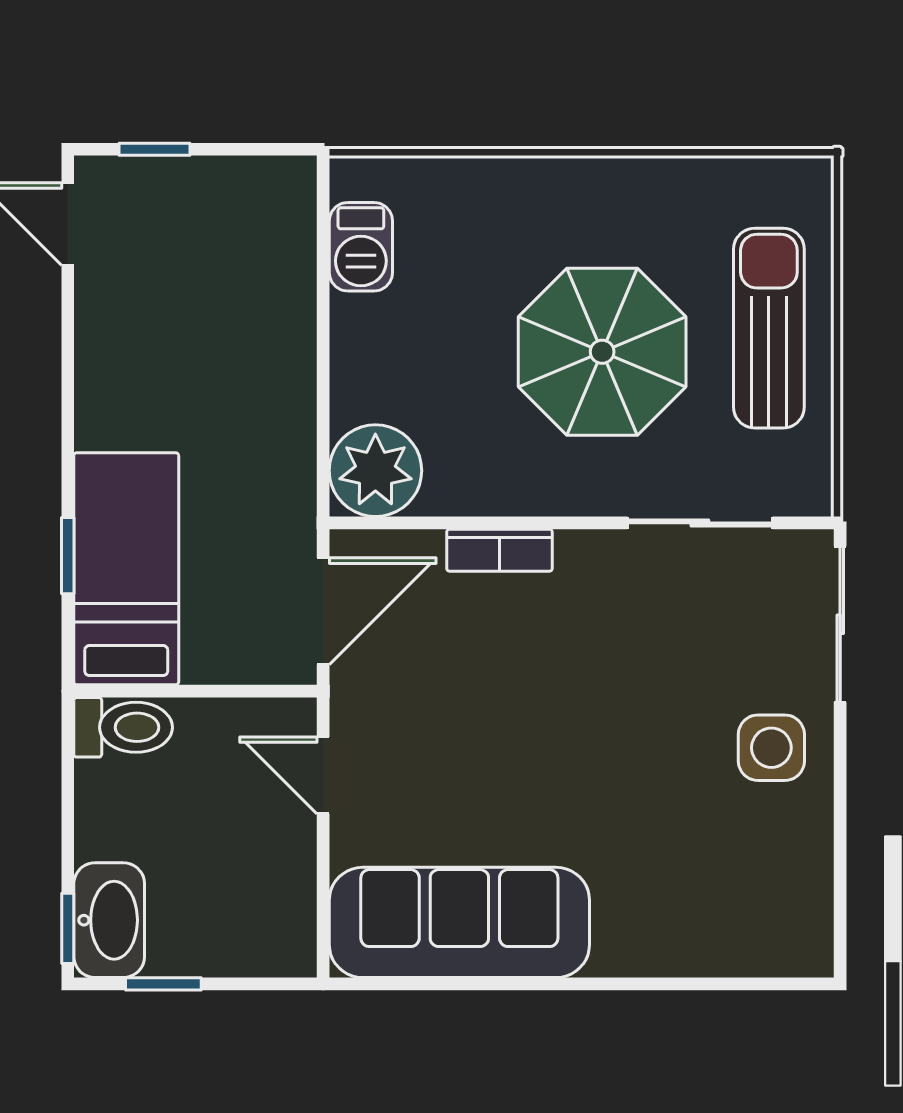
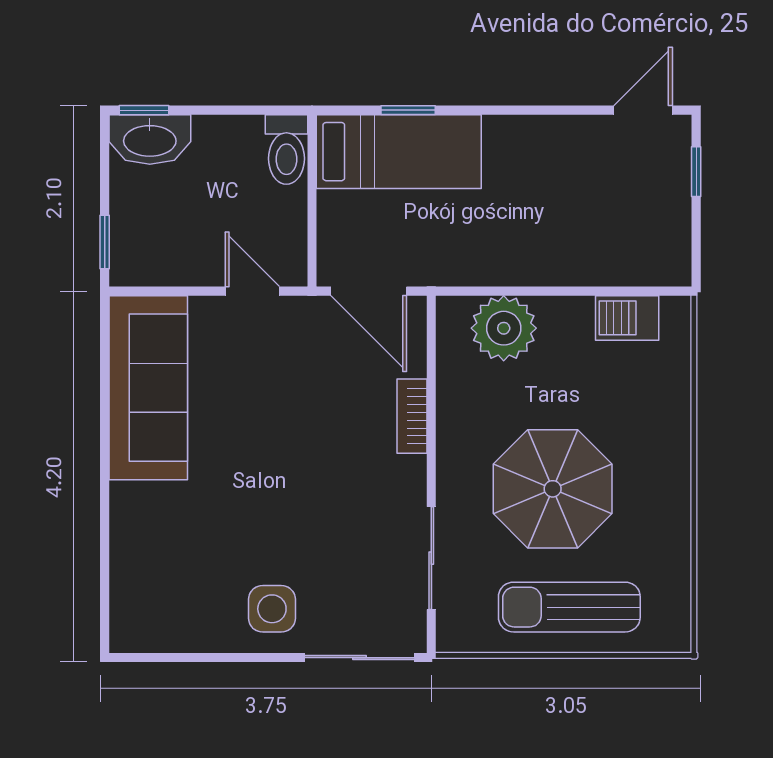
sun lounger: (769, 328) -> (569, 607), turned 180
plant: (375, 471) -> (504, 328), moved
door: (323, 775) -> (252, 291), hinge flipped
window: (163, 984) -> (105, 242), moved

